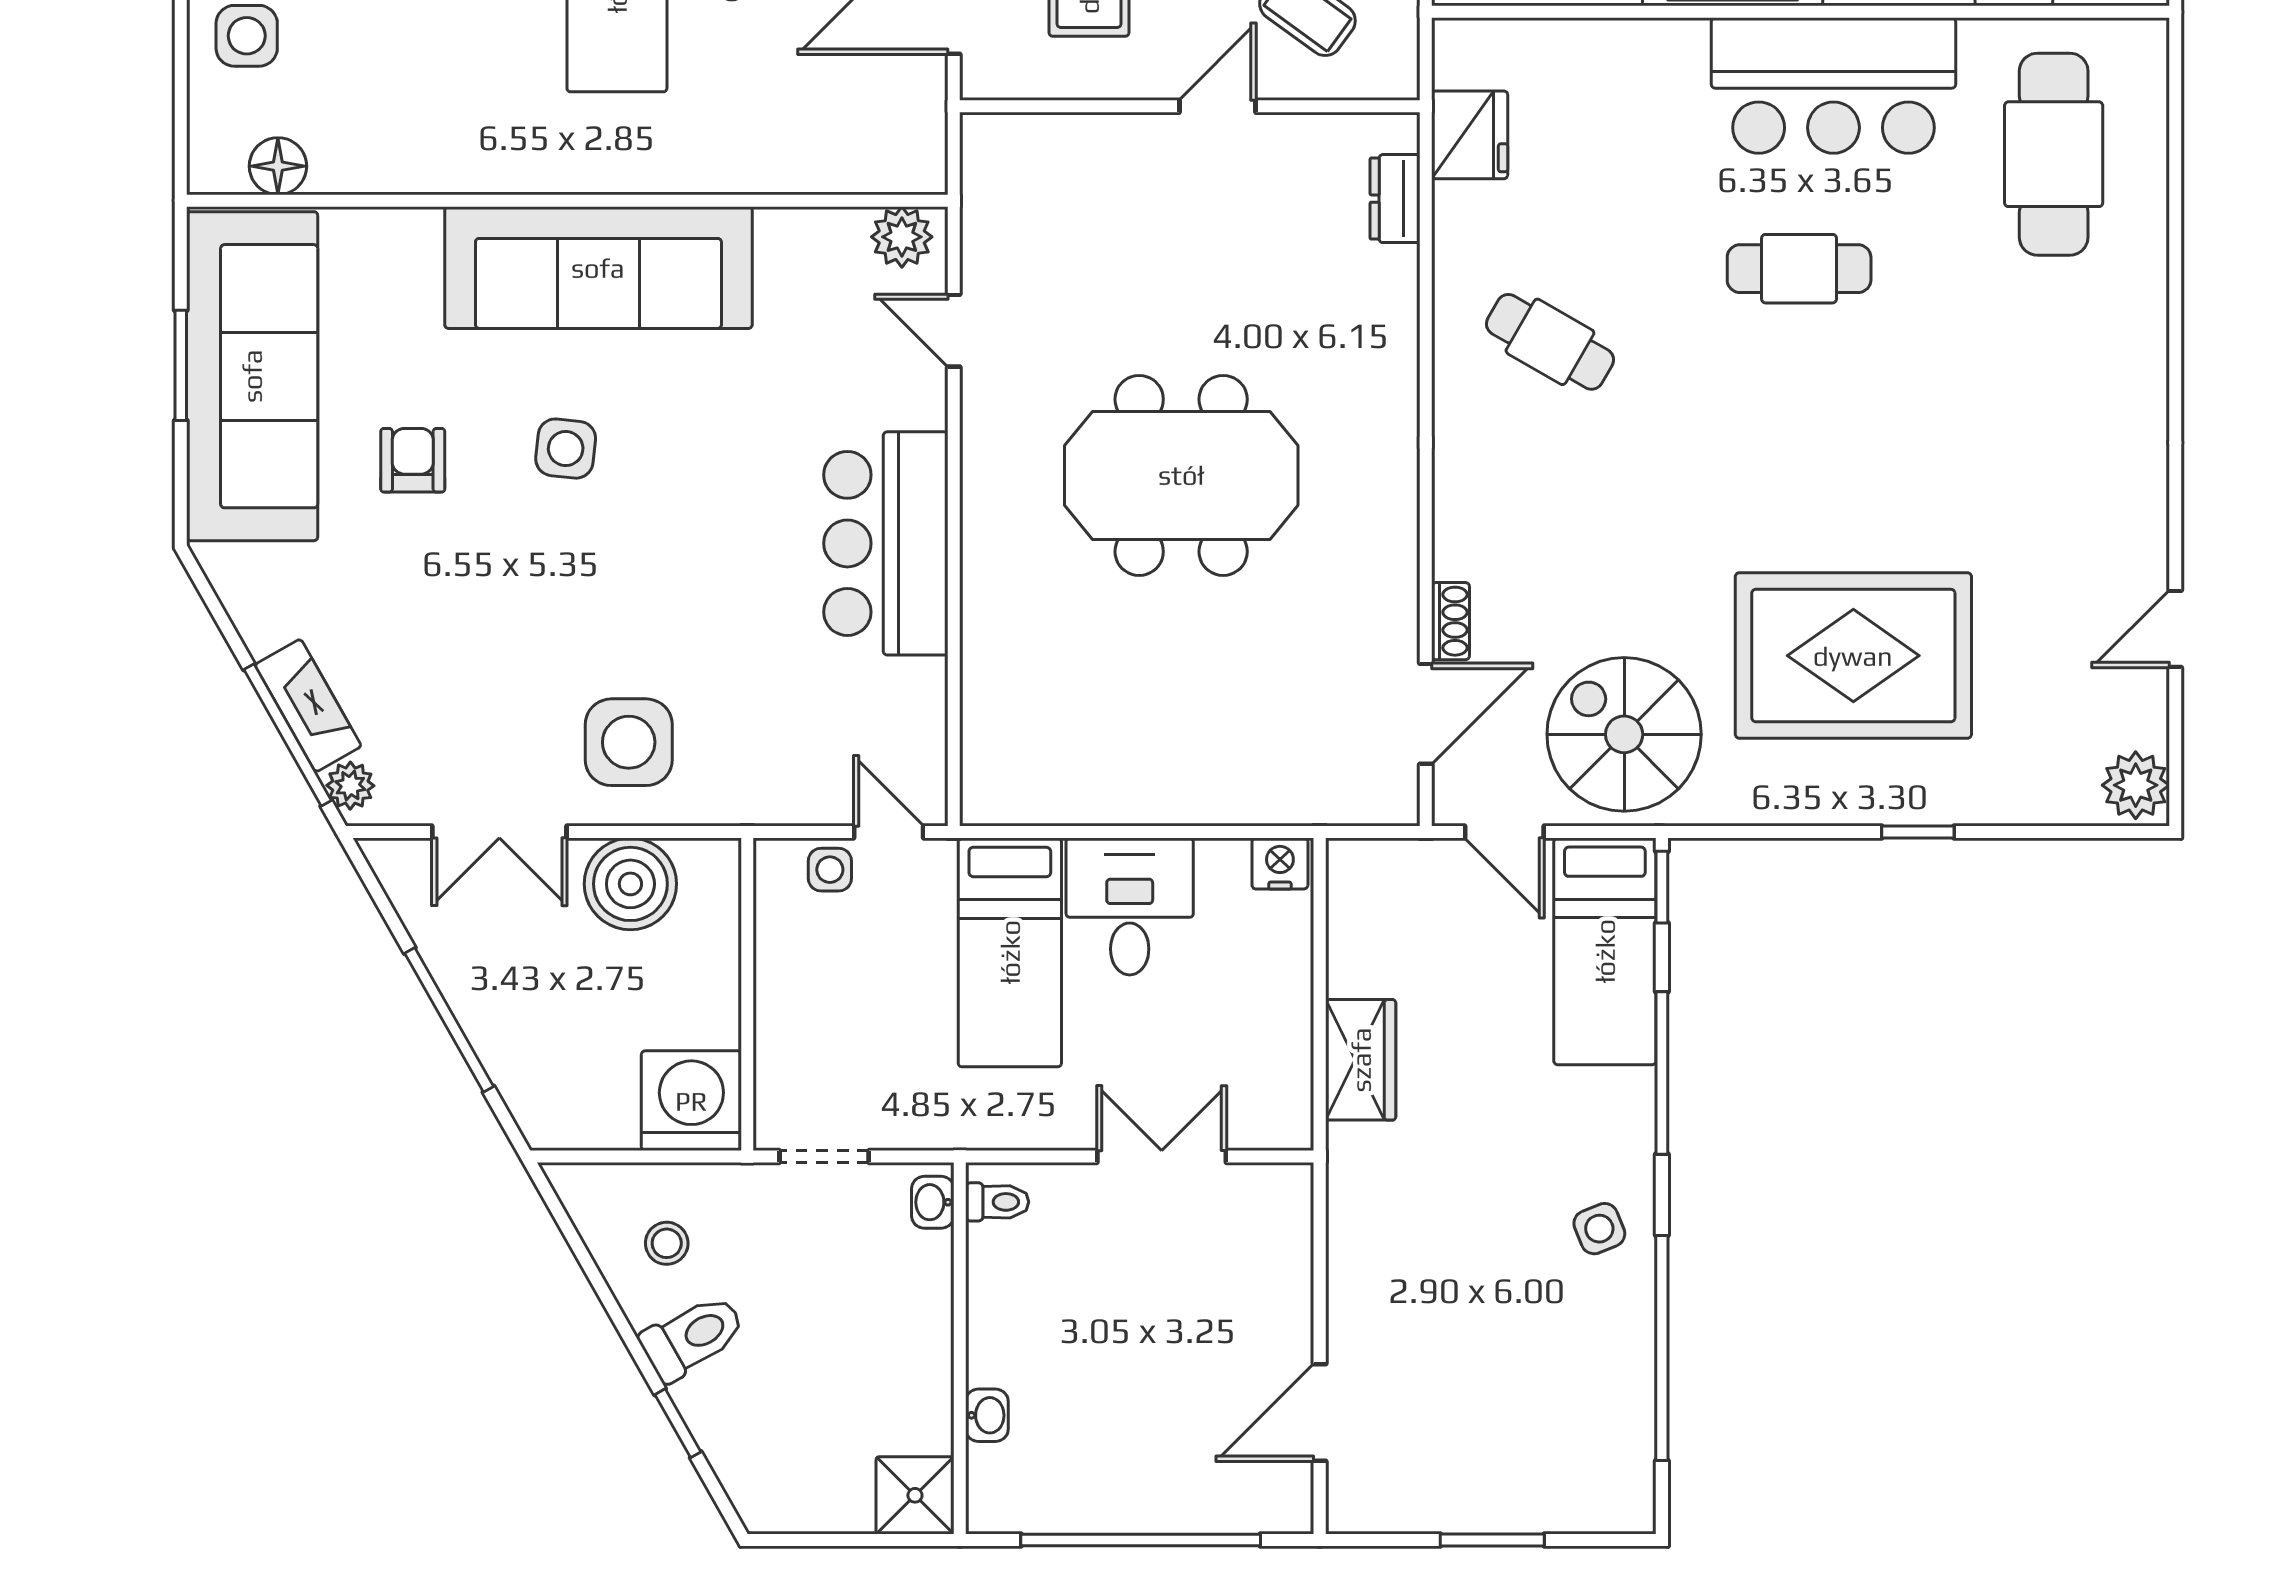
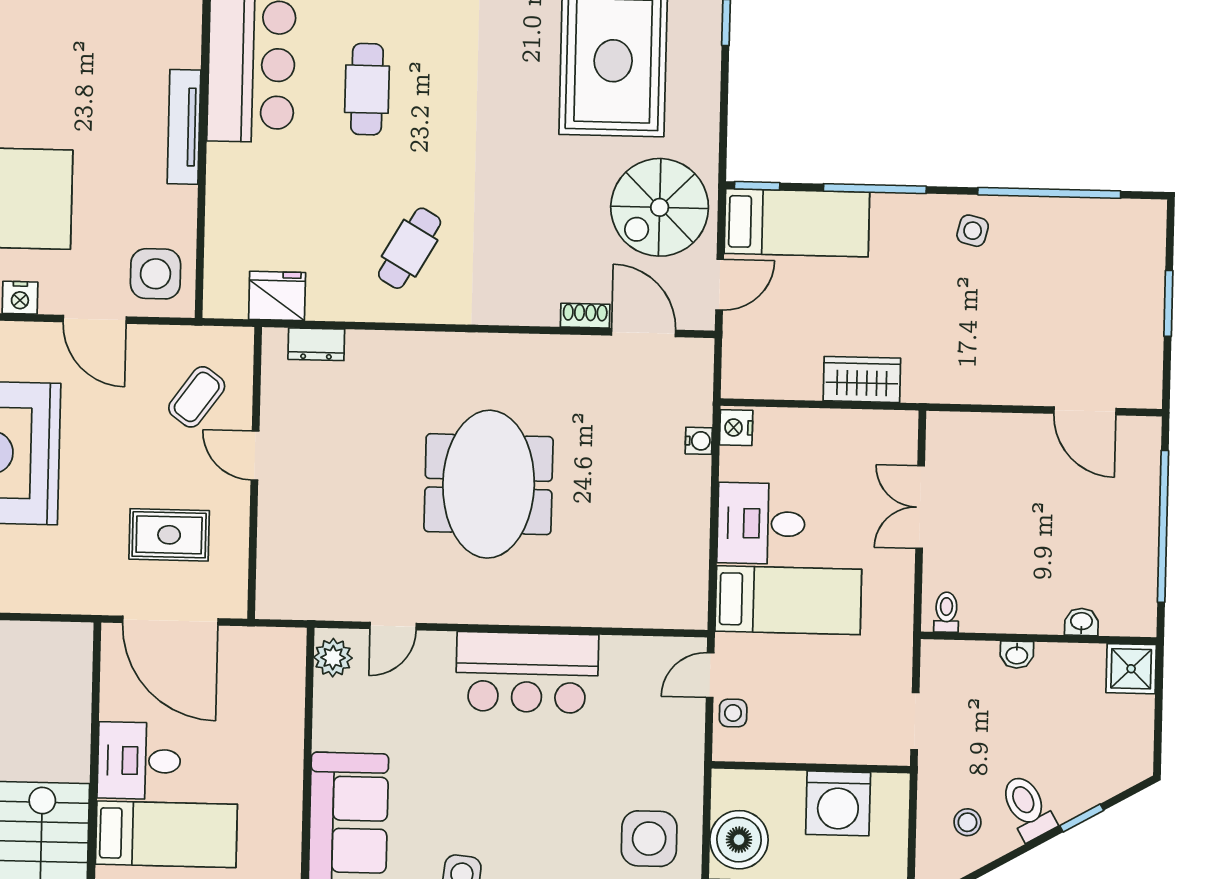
water cooler: (1258, 805) -> (699, 441), added
washing machine: (691, 1101) -> (838, 803), moved, turned -90
washbasin: (933, 1202) -> (1017, 655), moved
side table: (1599, 1229) -> (973, 231), turned 36

